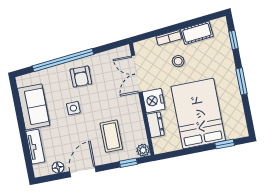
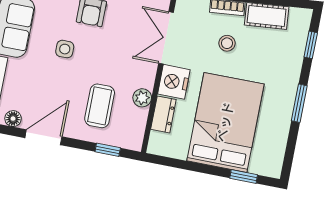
plant: (143, 150) -> (142, 98), moved

